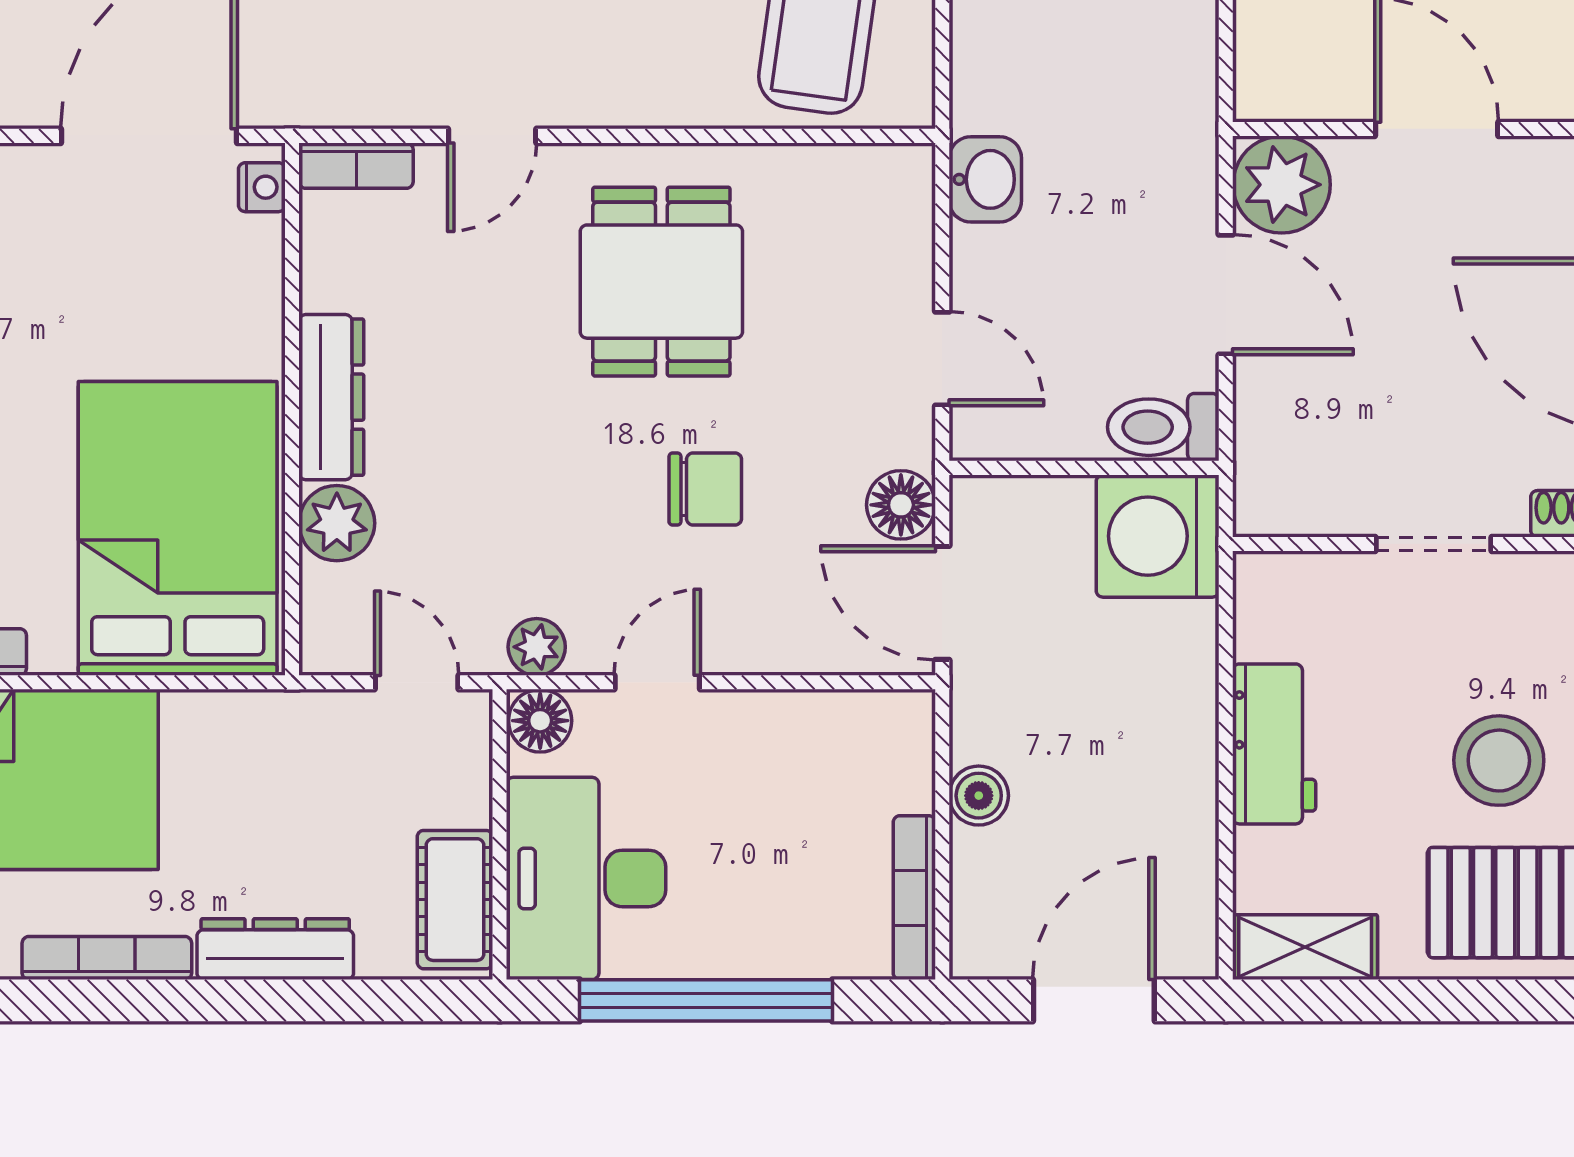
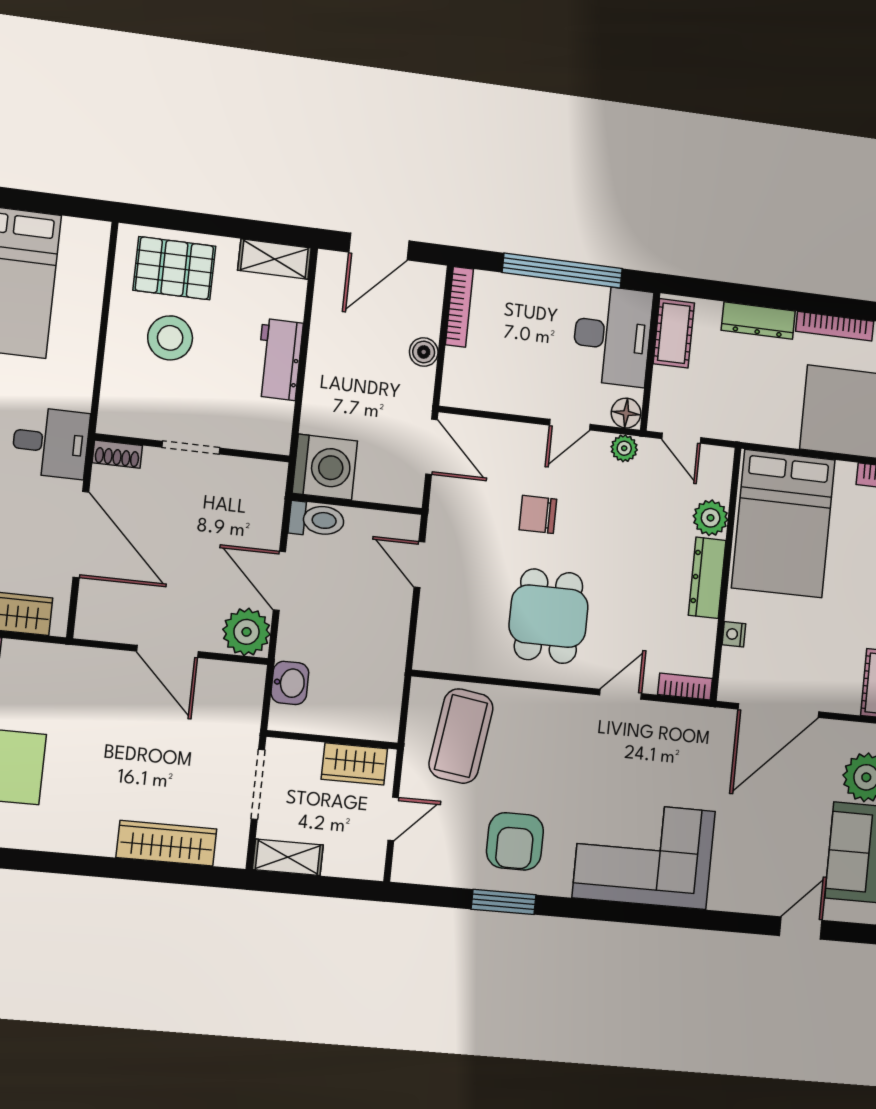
washbasin: (985, 179) -> (290, 683), moved, turned 180
nightstand: (262, 187) -> (734, 634), moved
floor lamp: (901, 505) -> (446, 496), removed

